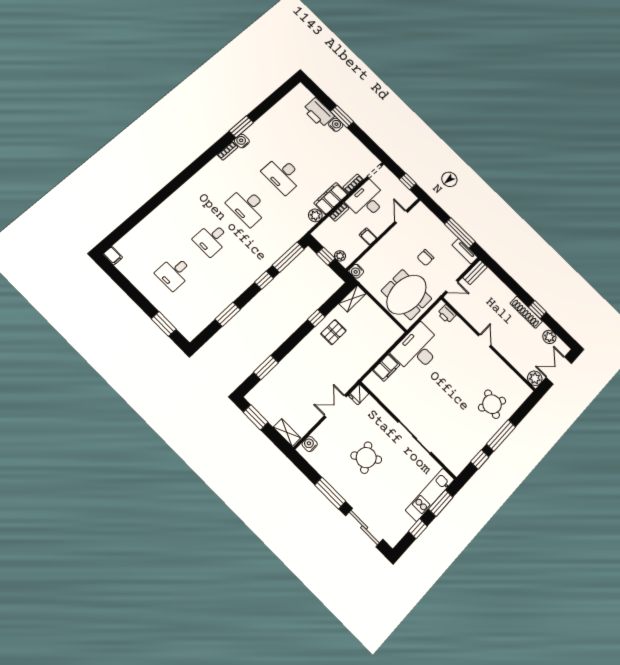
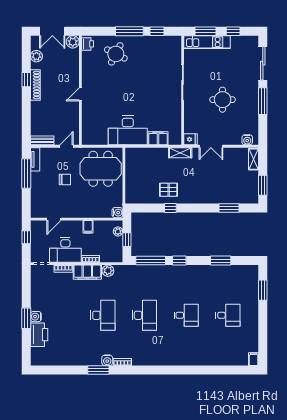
door: (452, 286) -> (67, 146), hinge flipped
shelving: (352, 299) -> (180, 153), moved
printer: (447, 314) -> (87, 44), moved
round table: (366, 458) -> (223, 100), turned 35

